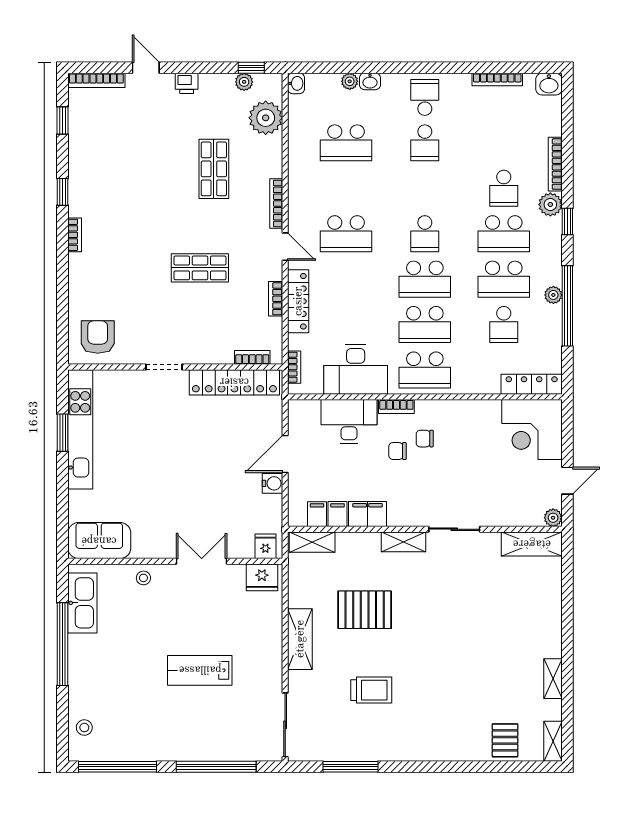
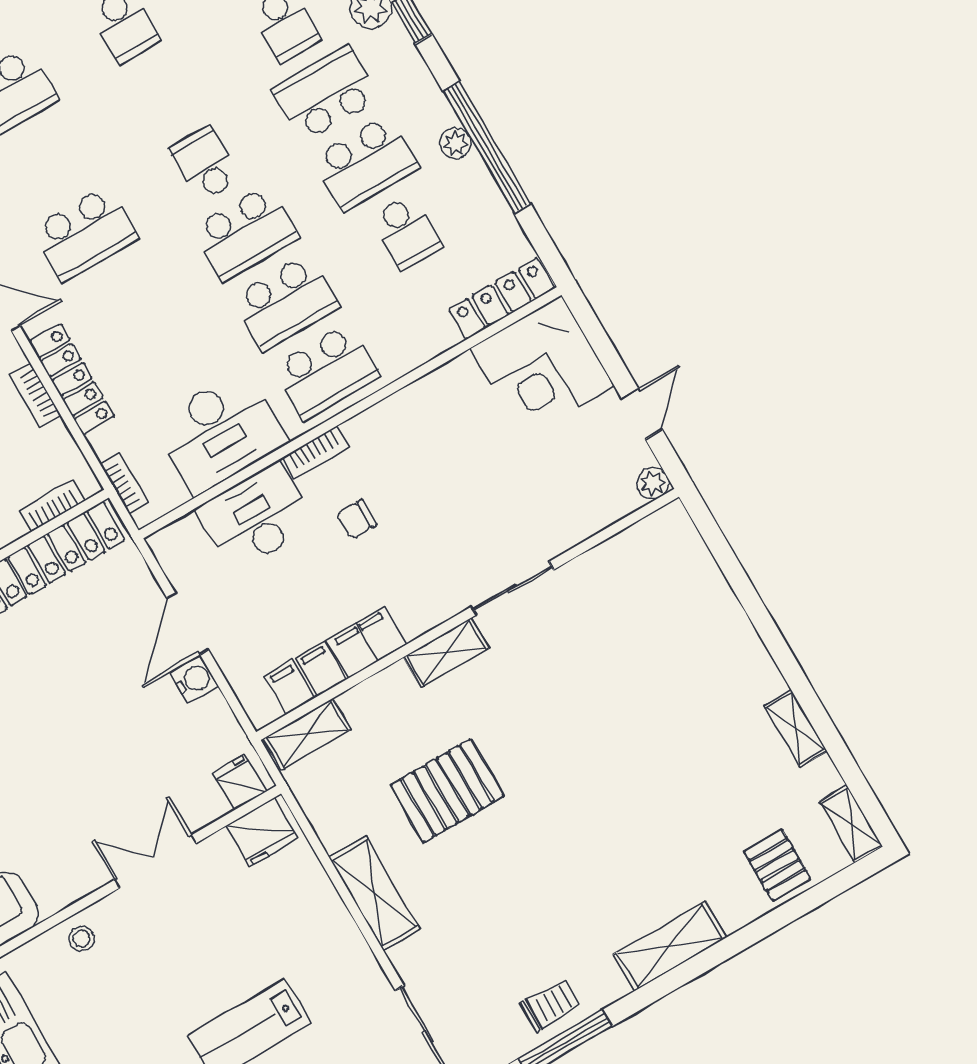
school desk: (425, 234) -> (205, 164), turned 180
school desk: (504, 234) -> (326, 94), turned 180
chair: (425, 439) -> (387, 476), removed
shelving: (532, 544) -> (670, 946), moved
trolley: (371, 690) -> (551, 1005), moved, width x0.73, depth x0.72

